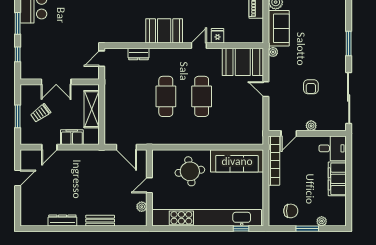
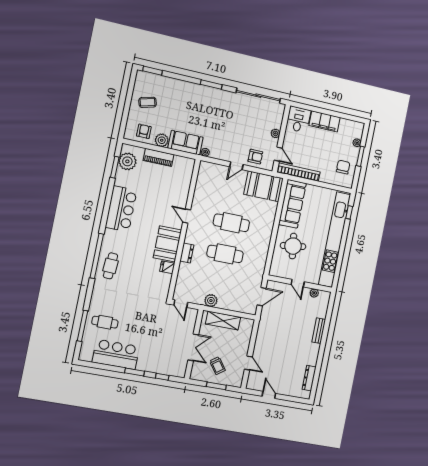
fridge: (218, 36) -> (167, 267), moved
dresser: (139, 54) -> (187, 253), moved
booth: (243, 62) -> (263, 186), moved, turned 90
armchair: (311, 87) -> (255, 157), moved
plant: (111, 91) -> (211, 301), added
filing cabinet: (72, 137) -> (244, 342), removed
dresser: (62, 221) -> (309, 378), moved

